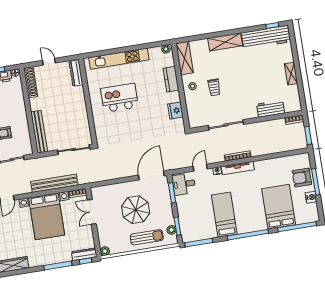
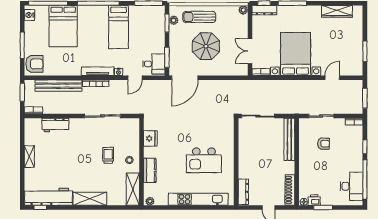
armchair: (302, 178) -> (34, 64), moved
bench: (54, 183) -> (58, 86), moved
nightstand: (311, 197) -> (29, 15), moved
double door: (92, 212) -> (250, 51), swing flipped

